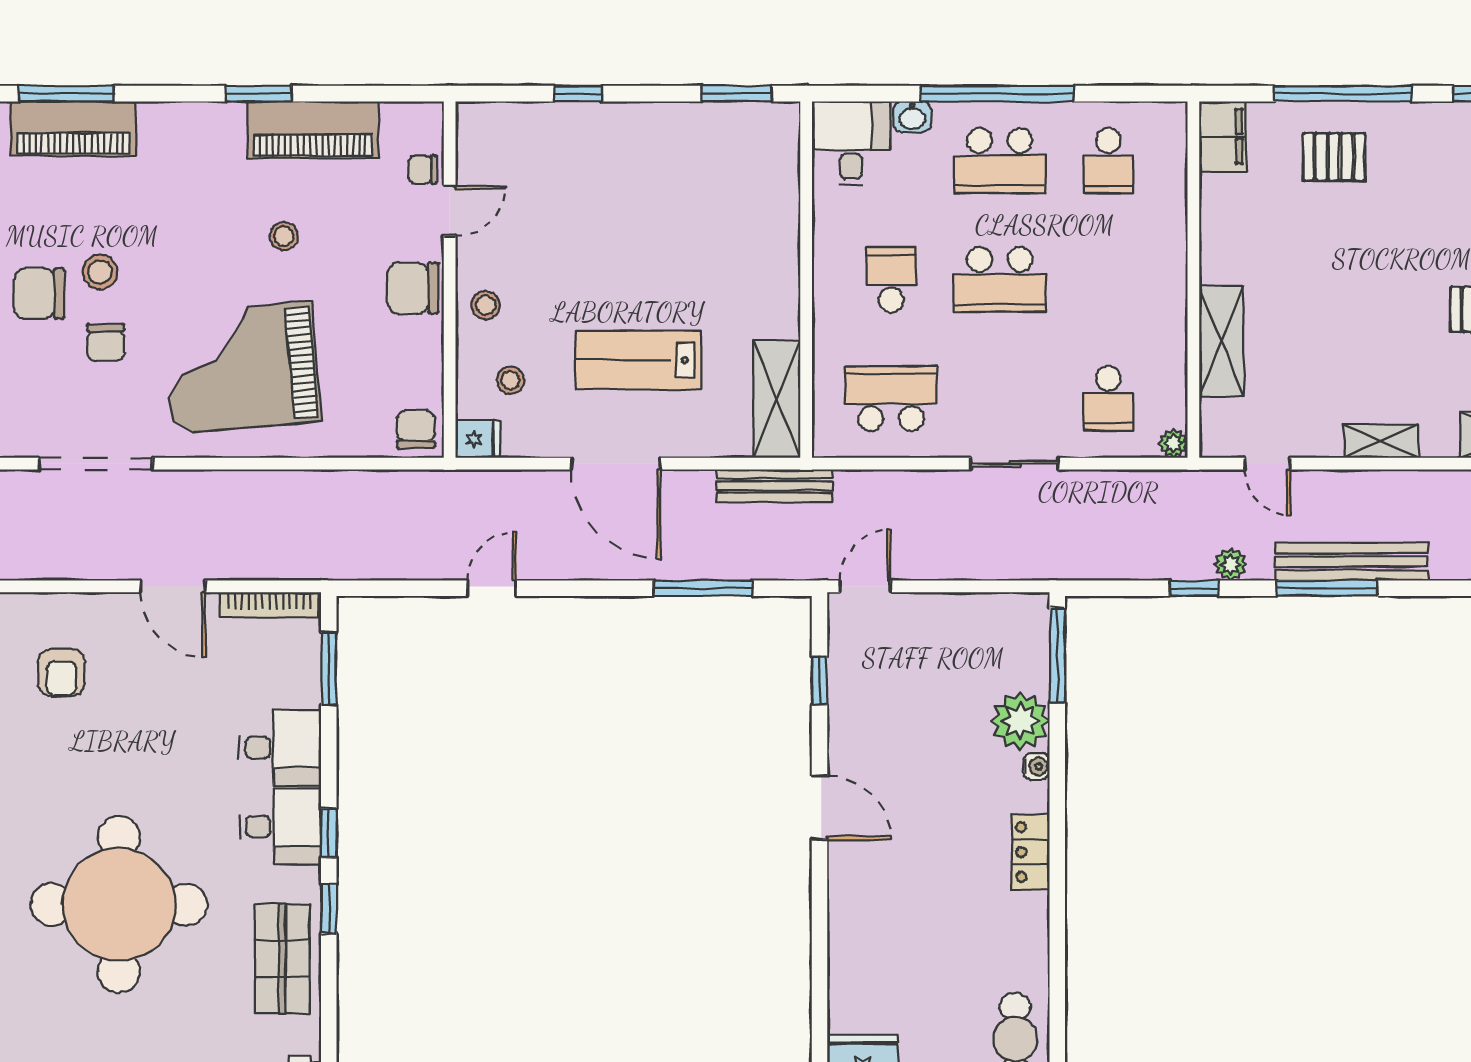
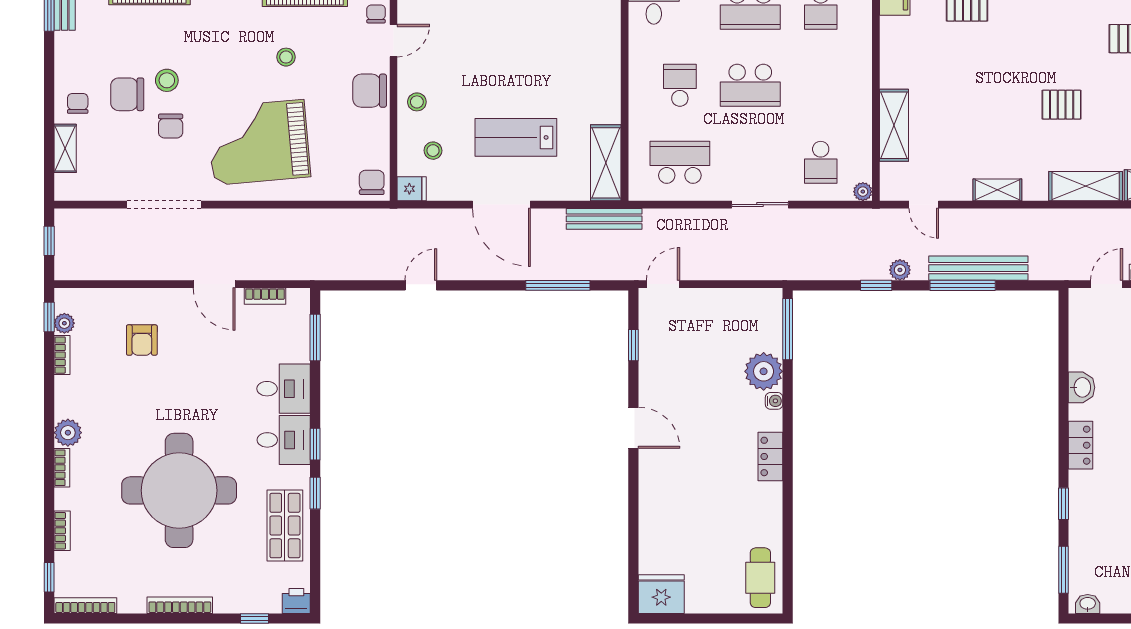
chair: (423, 170) -> (376, 14), turned 90
bookcase: (269, 605) -> (265, 296), width x0.64

